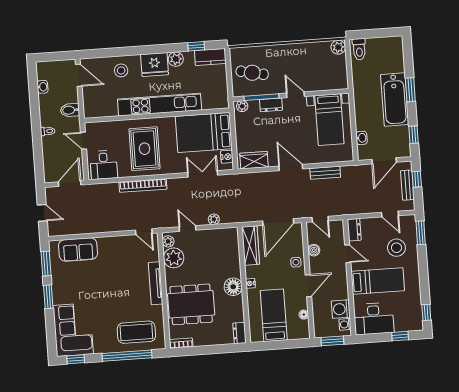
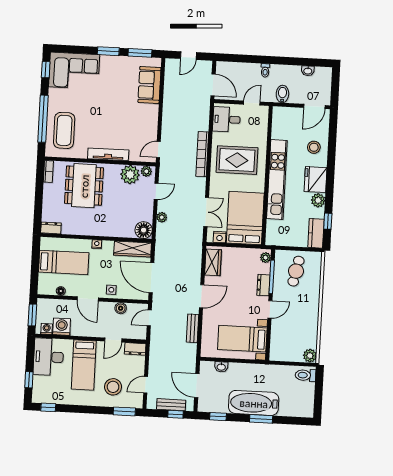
floor lamp: (233, 287) -> (144, 230), moved

